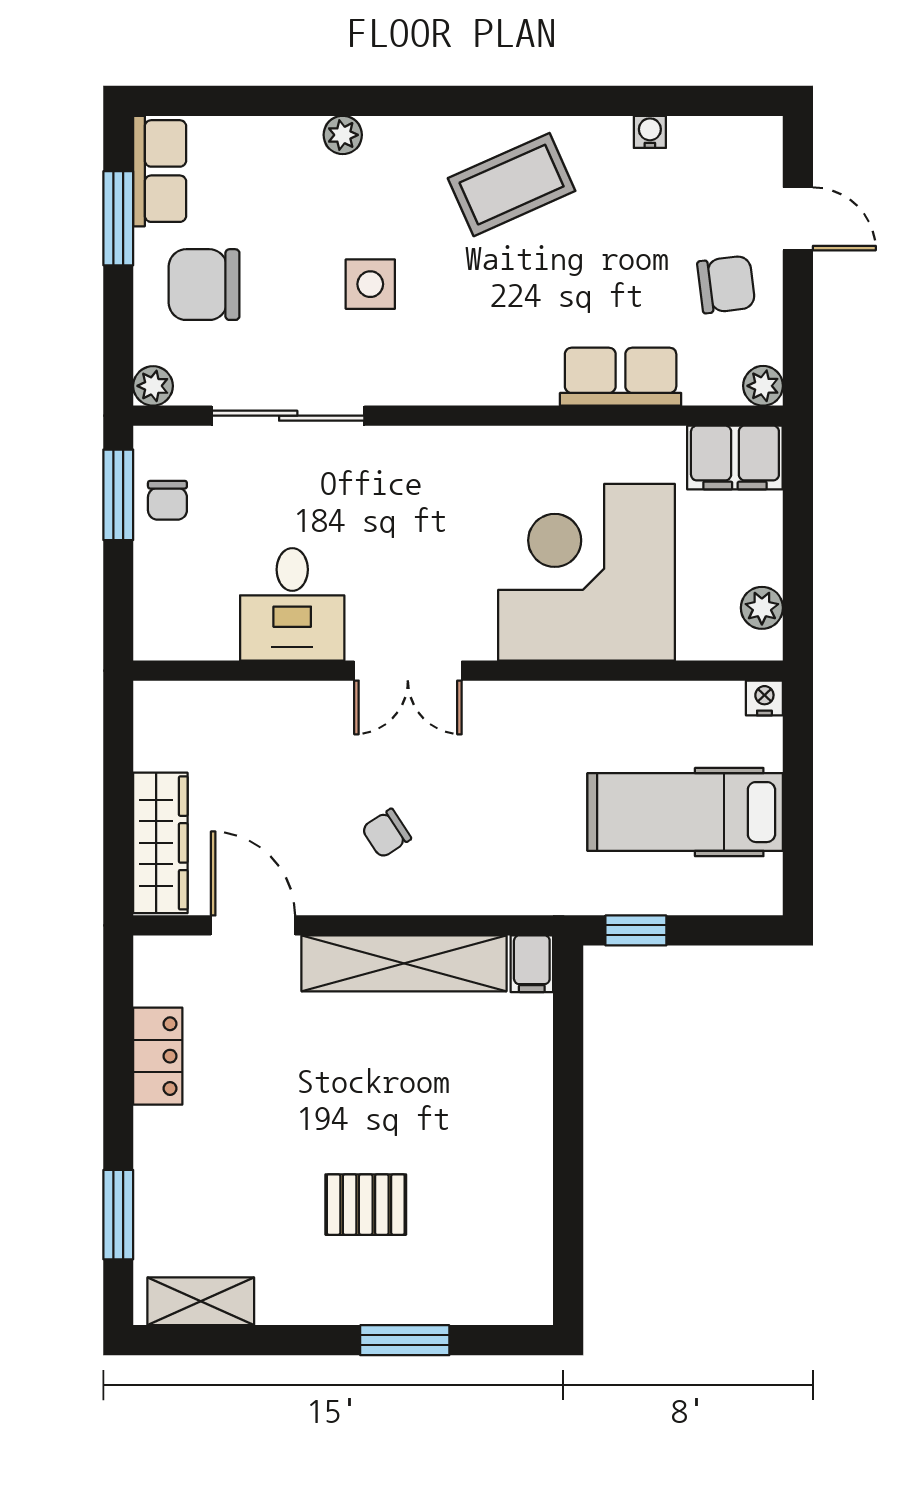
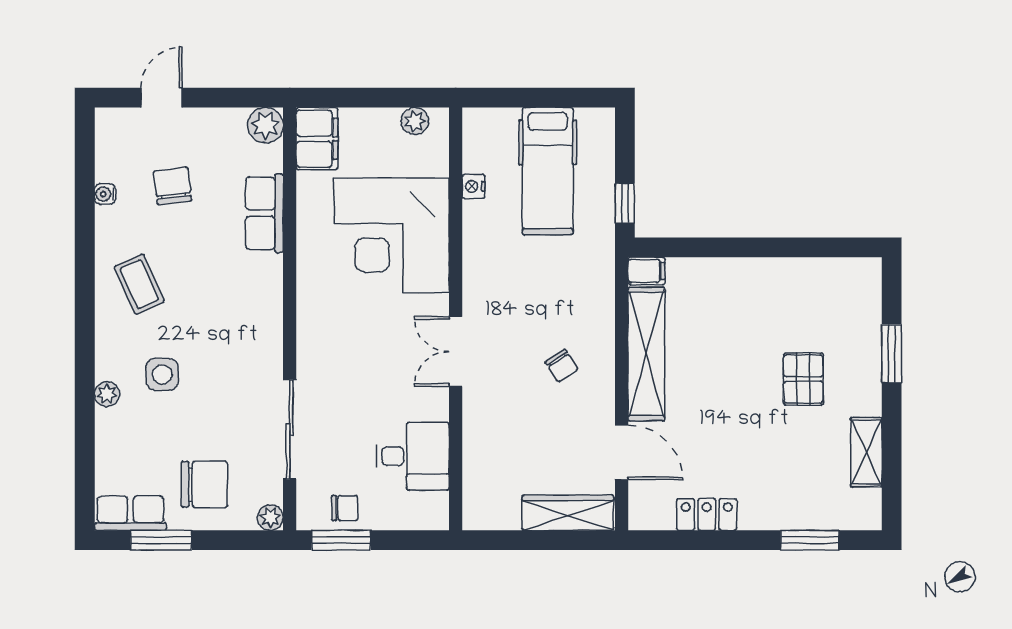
coffee table: (512, 185) -> (139, 284), width x0.73, depth x0.77
side table: (370, 284) -> (162, 374), moved
chair: (726, 284) -> (173, 186), moved
chair: (204, 285) -> (204, 484), turned -90
plant: (763, 386) -> (265, 125), width x1.38, depth x1.38
desk: (292, 604) -> (413, 456), moved
double door: (408, 671) -> (456, 352), swing flipped
nightstand: (764, 698) -> (474, 186), moved
door: (253, 925) -> (622, 452), swing flipped
shelving: (201, 1301) -> (866, 452), moved

